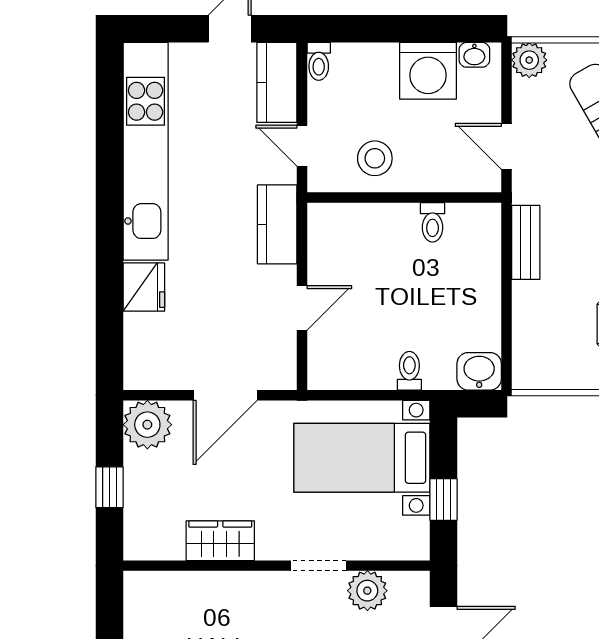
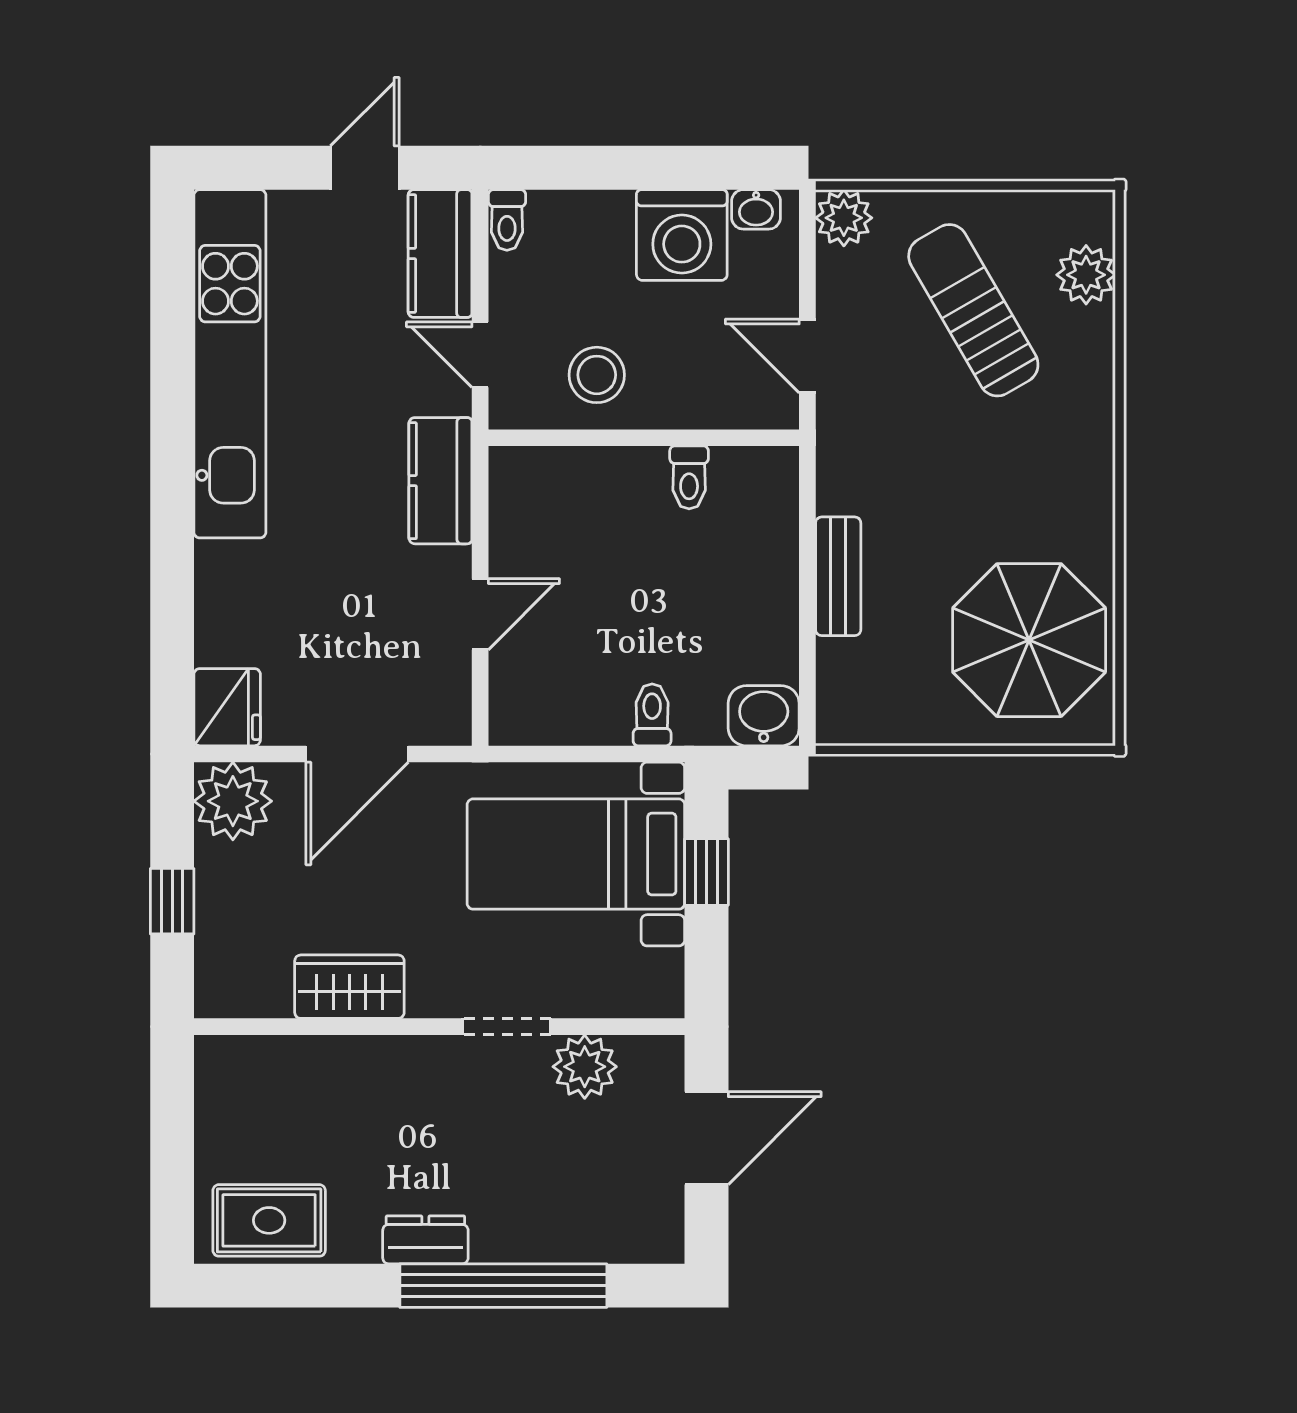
bench: (526, 242) -> (838, 576), moved
fridge: (144, 287) -> (227, 707), moved
window: (443, 499) -> (706, 872), moved

